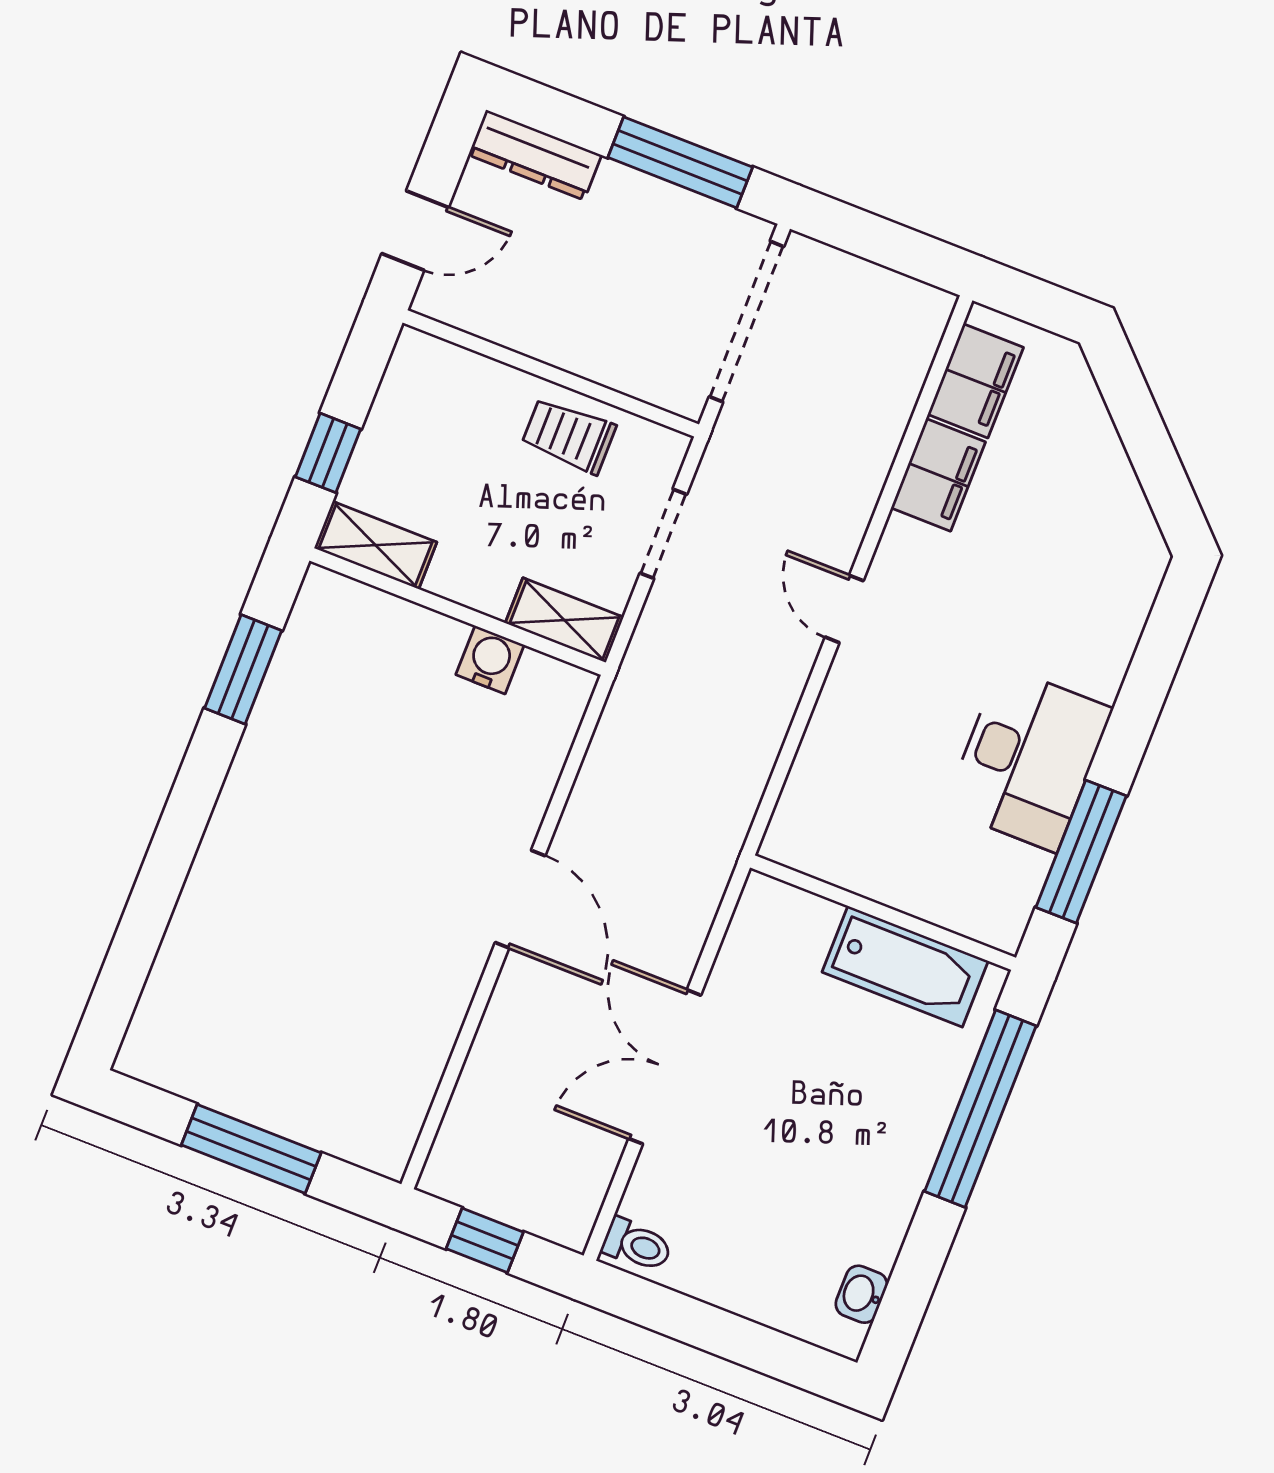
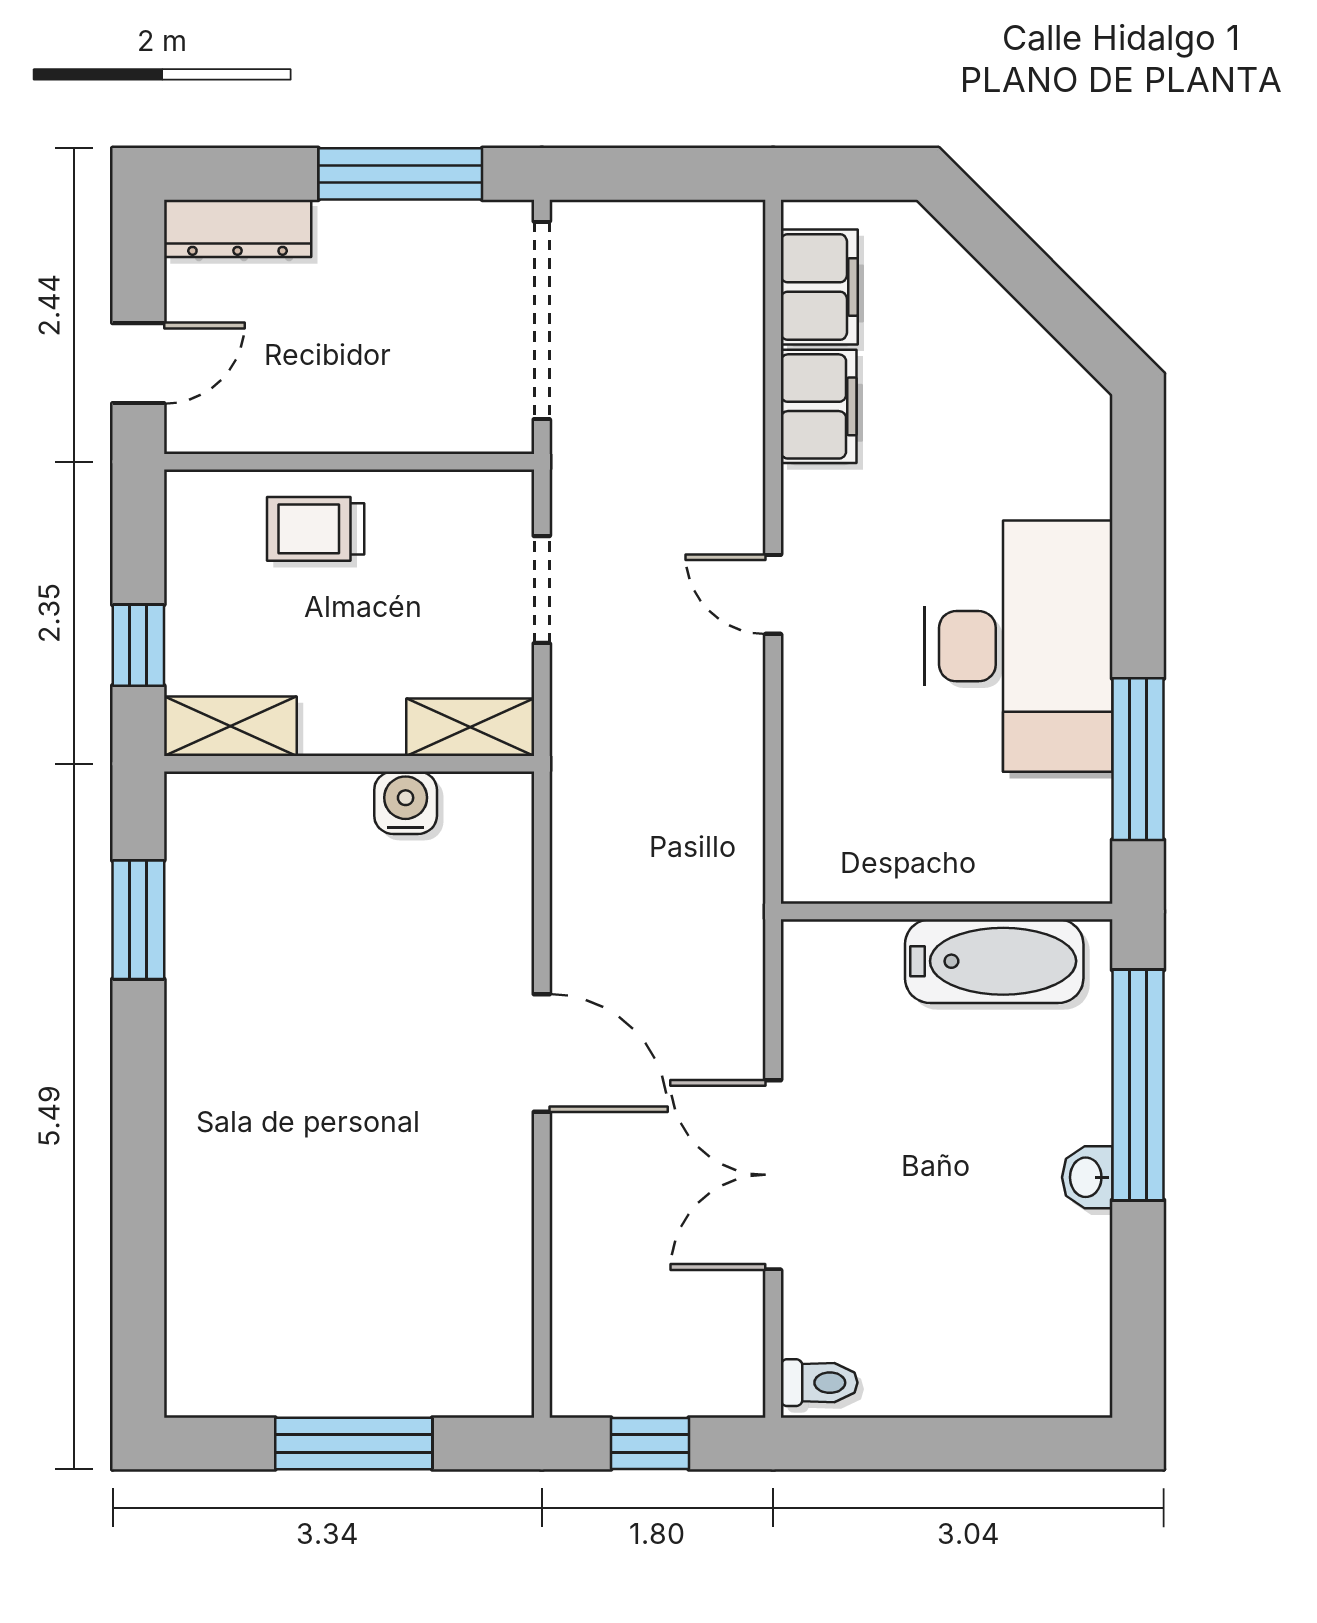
trolley: (569, 436) -> (316, 529), moved
desk: (1028, 759) -> (1018, 646), width x1.36, depth x1.30
washbasin: (861, 1294) -> (1087, 1177), moved

